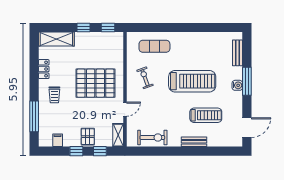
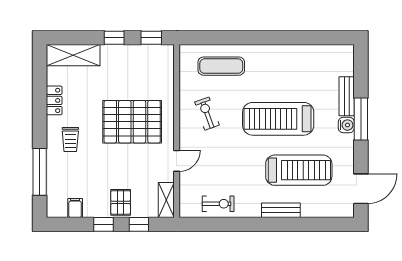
bench: (238, 53) -> (347, 96), moved
treadmill: (192, 81) -> (278, 119), turned 180
treadmill: (206, 115) -> (299, 170), width x1.37, depth x1.38
exercise bike: (152, 137) -> (218, 204), width x0.73, depth x0.72

